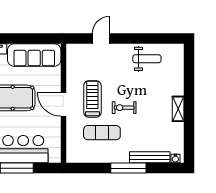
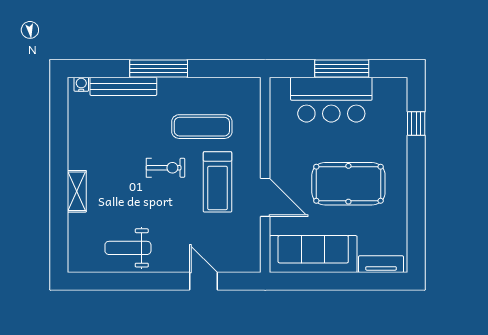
door: (101, 39) -> (203, 281), swing flipped
door: (63, 104) -> (265, 197), moved
shelving: (178, 109) -> (77, 191), moved

